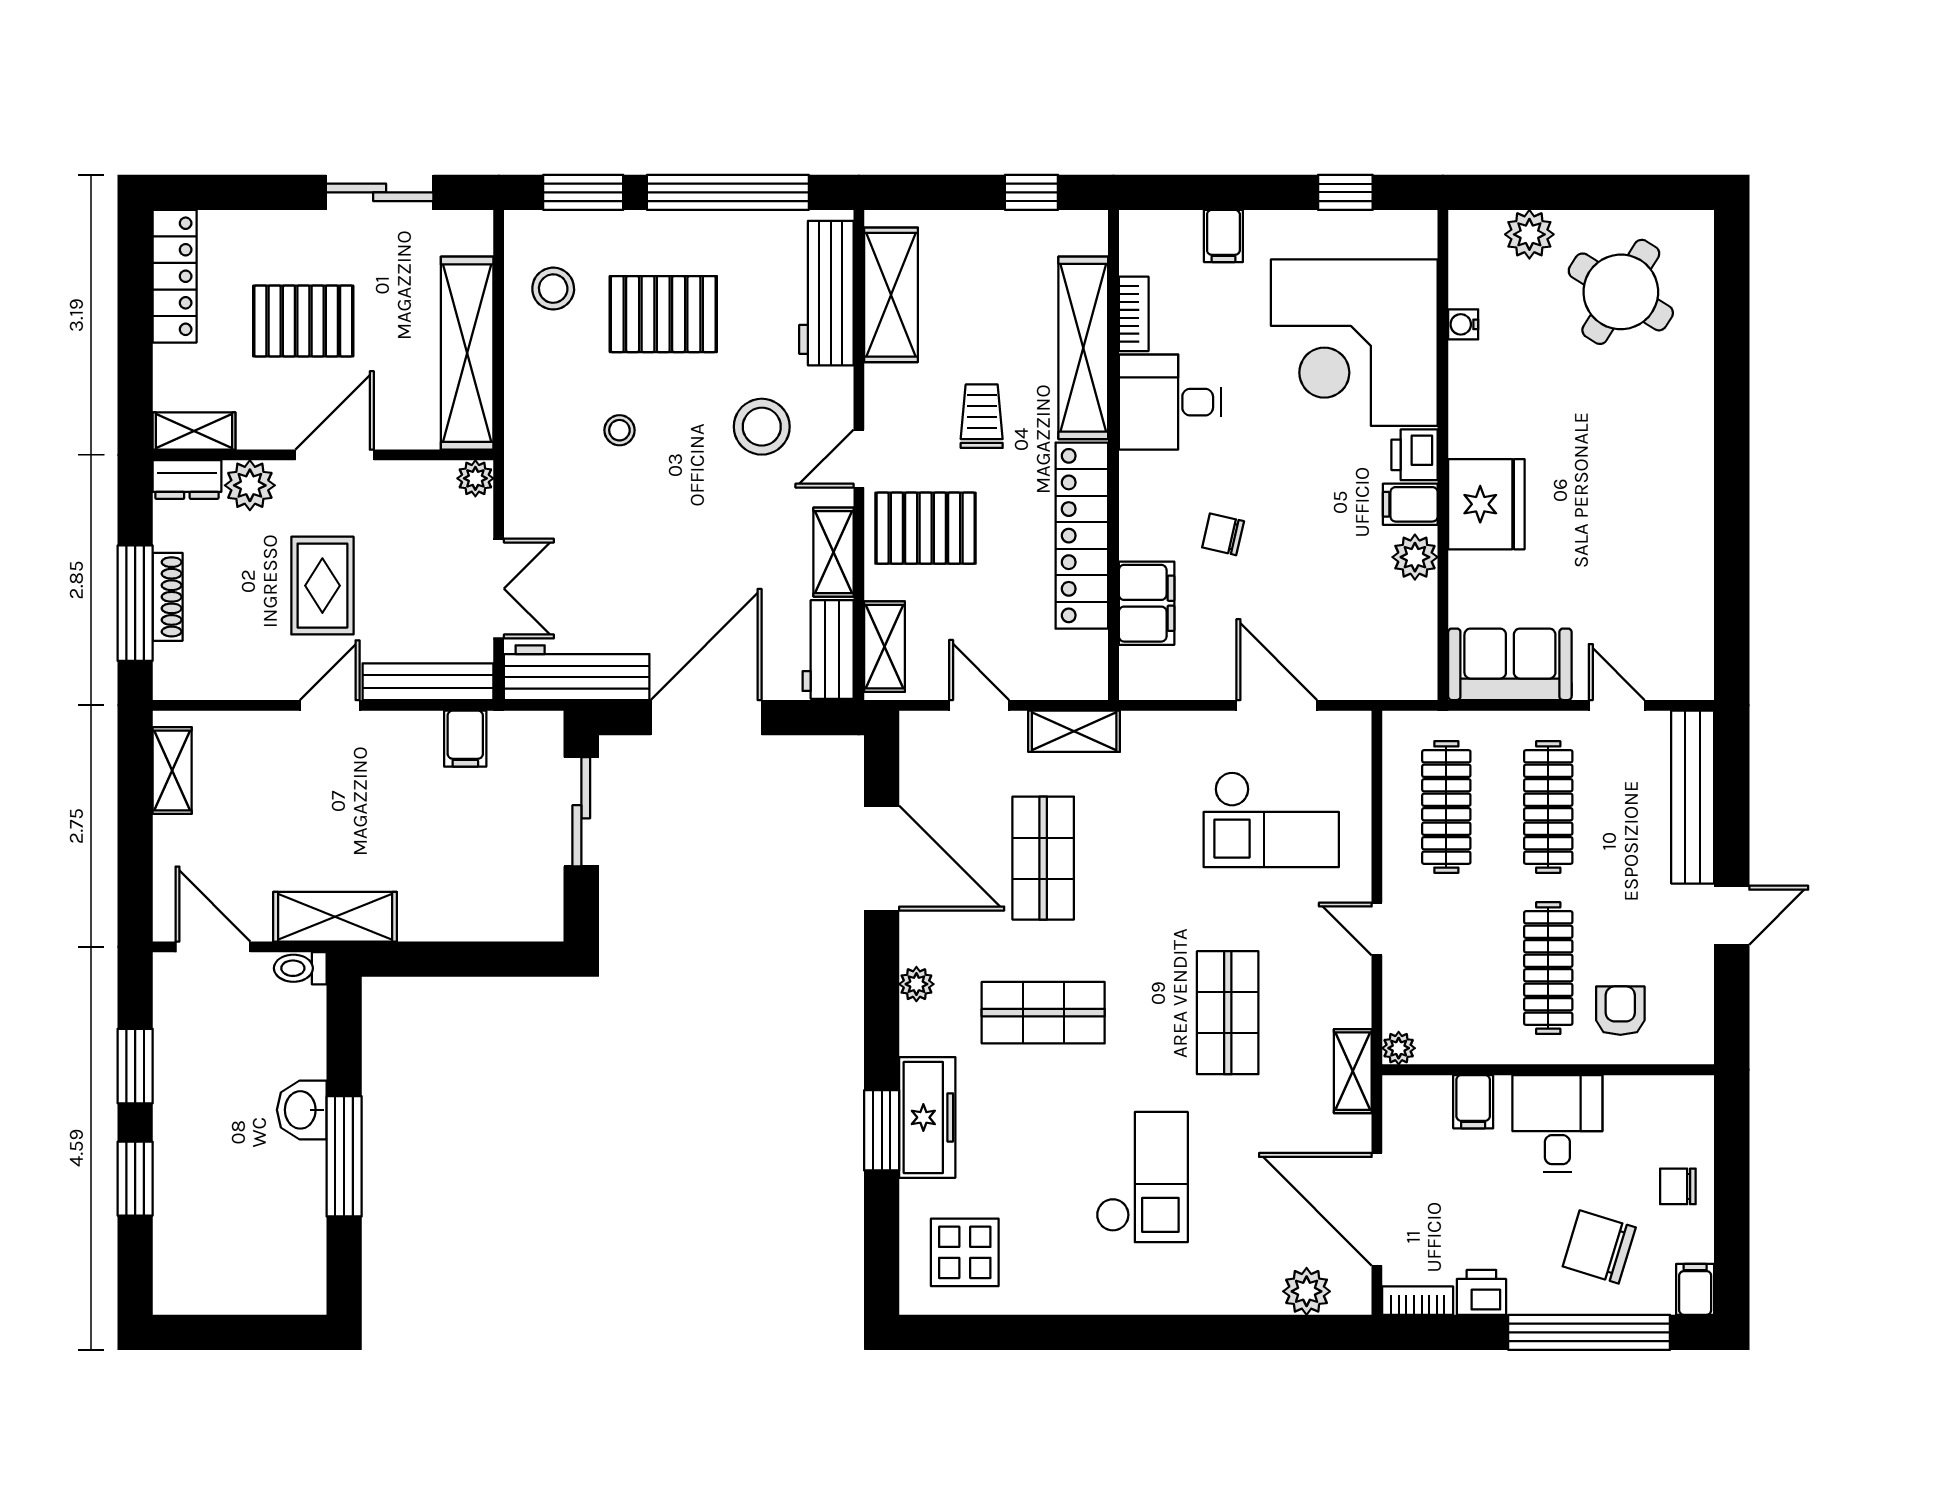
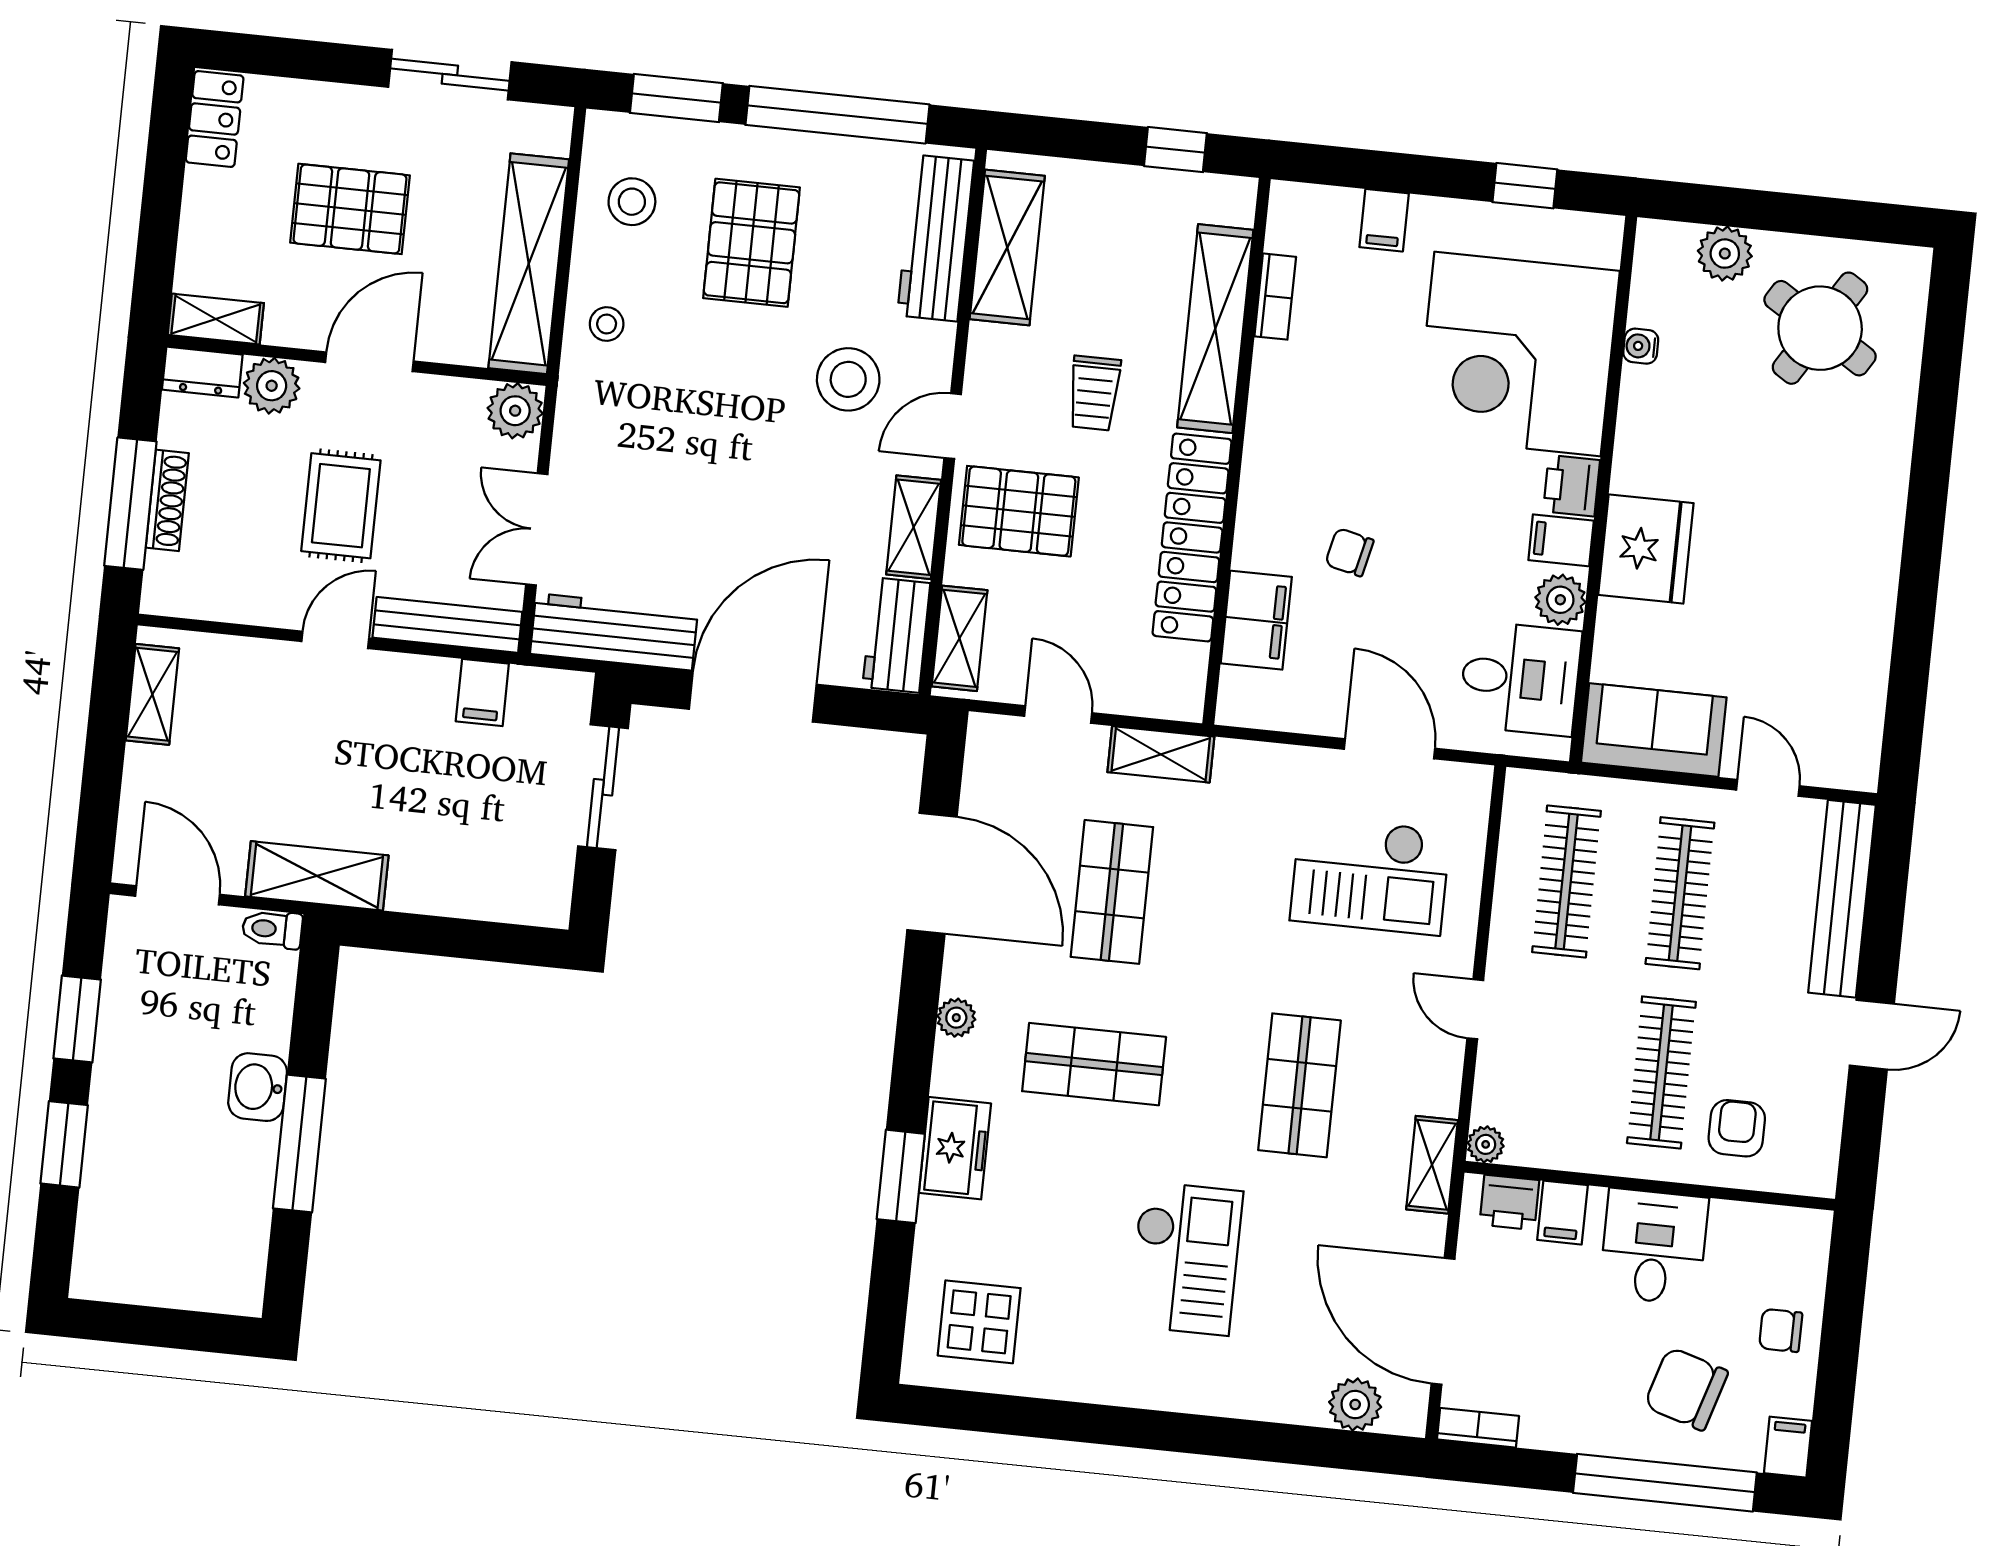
locker: (175, 276) -> (215, 119), width x0.66
pallet: (663, 314) -> (752, 243), turned 90
desk: (1170, 402) -> (1520, 678), moved, turned 180
trolley: (982, 416) -> (1094, 393), turned 180
stool: (619, 430) -> (607, 324), moved
plant: (475, 478) -> (515, 411), width x1.38, depth x1.38
double door: (499, 589) -> (537, 529), swing flipped
freezer: (927, 1117) -> (955, 1148), width x0.71
printer: (1481, 1292) -> (1509, 1202), moved, turned 180

